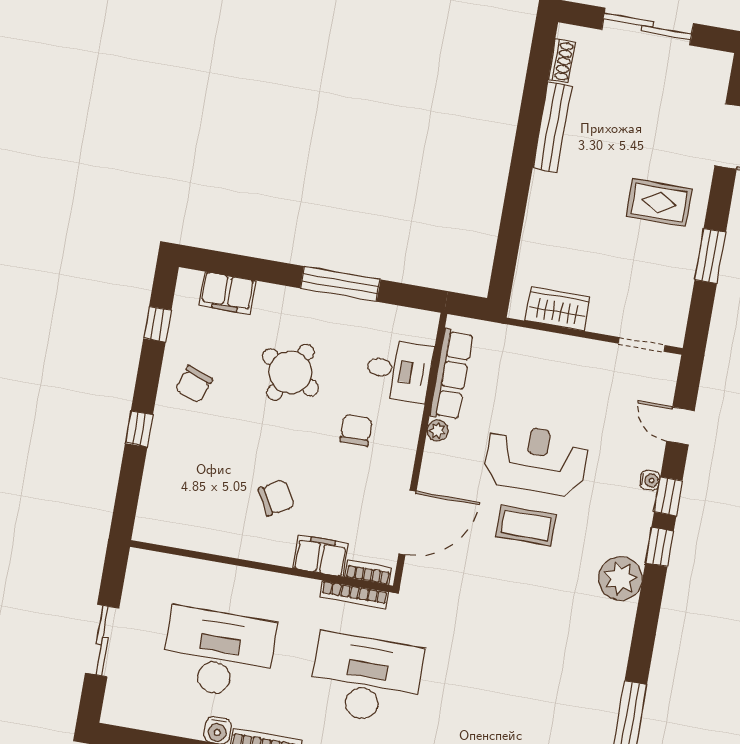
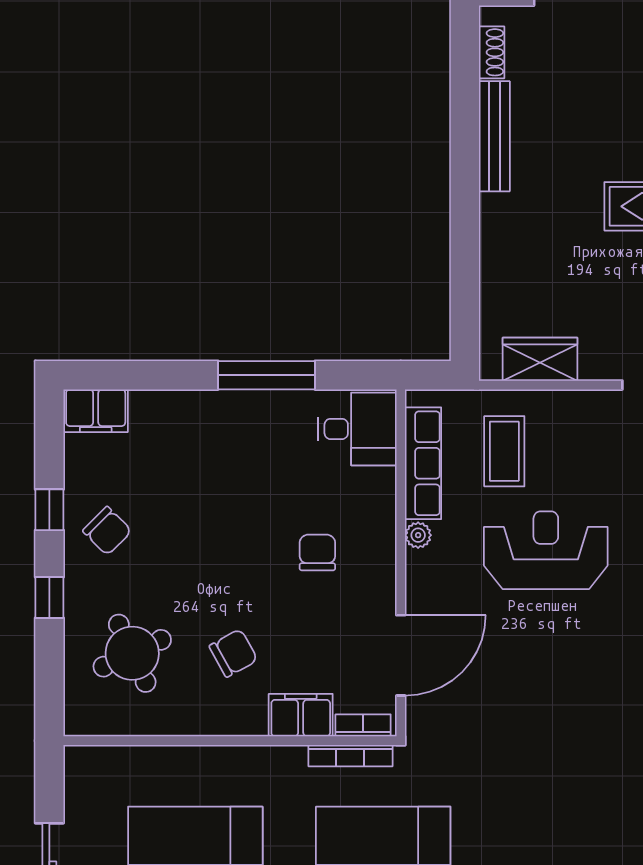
filing cabinet: (227, 293) -> (96, 411), moved
window: (157, 324) -> (49, 510), moved
desk: (399, 370) -> (357, 429), moved
round table: (291, 372) -> (132, 653), moved, turned 37
chair: (194, 384) -> (107, 531), turned -65
coffee table: (526, 526) -> (504, 451), moved, turned 90

